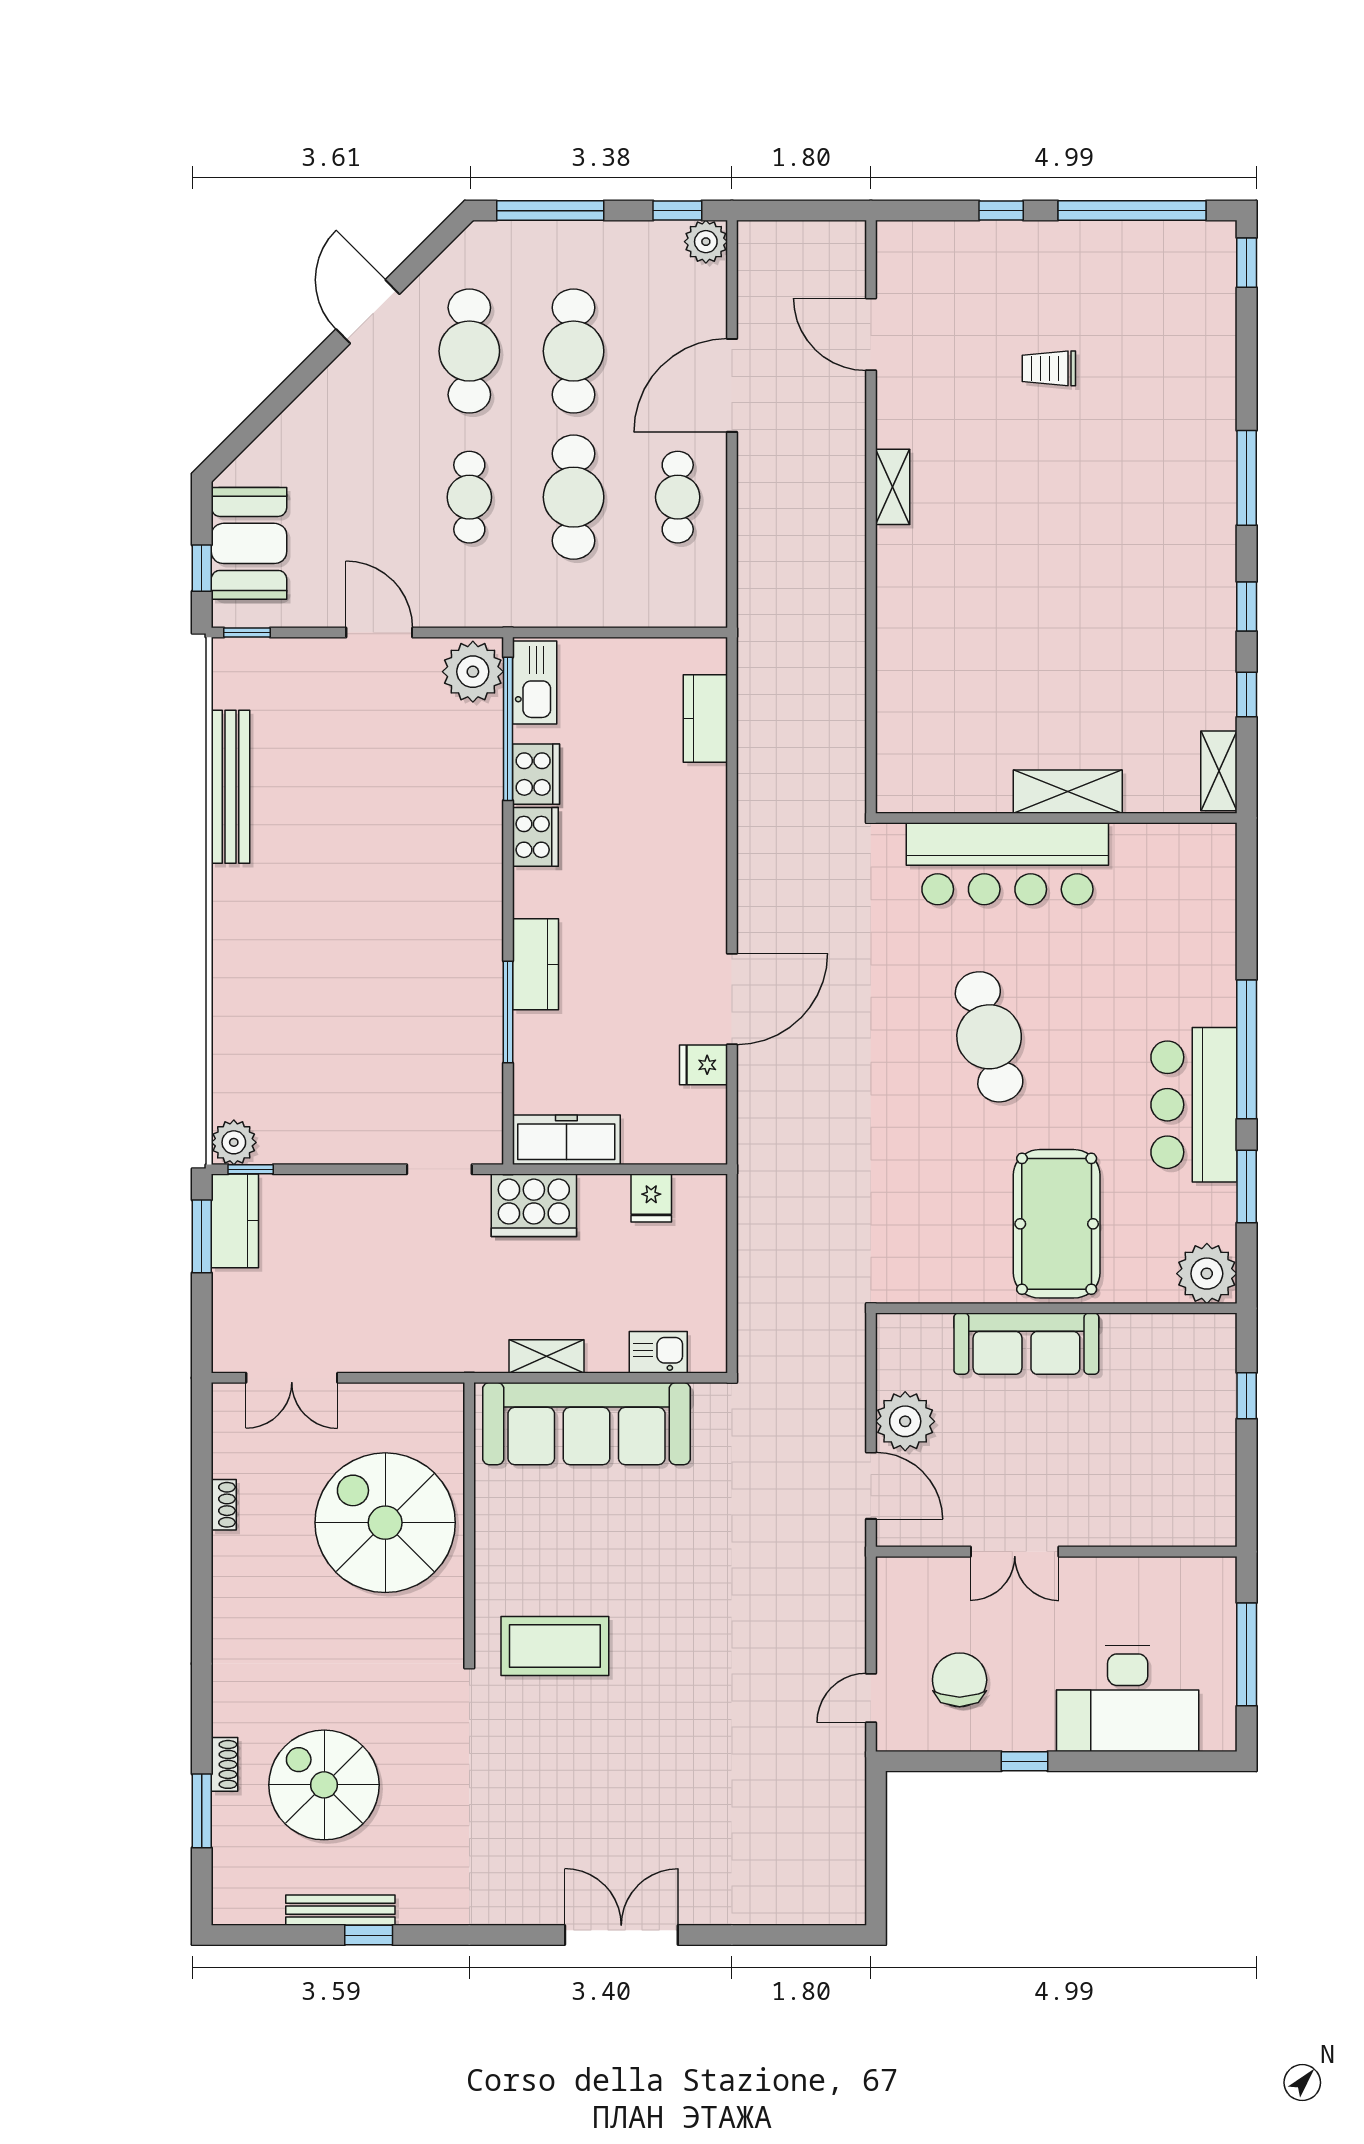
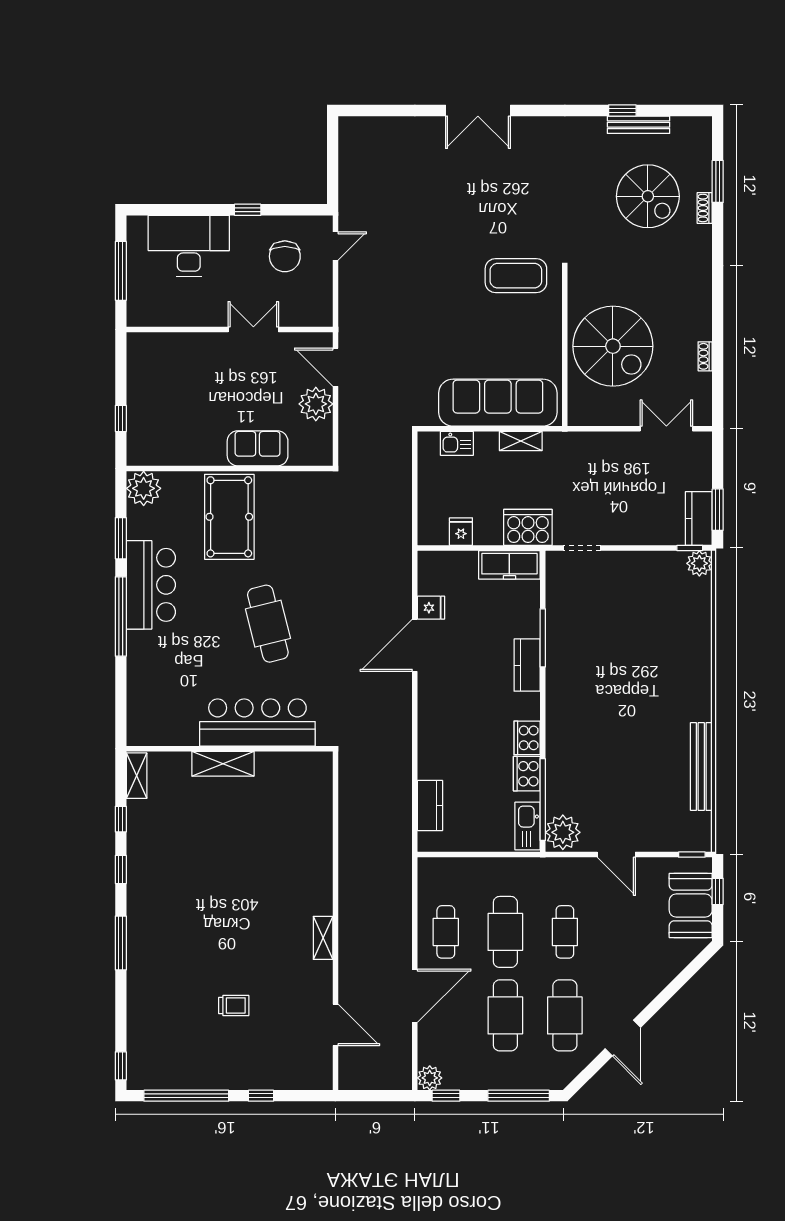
sofa: (1026, 1344) -> (258, 448), width x0.73

